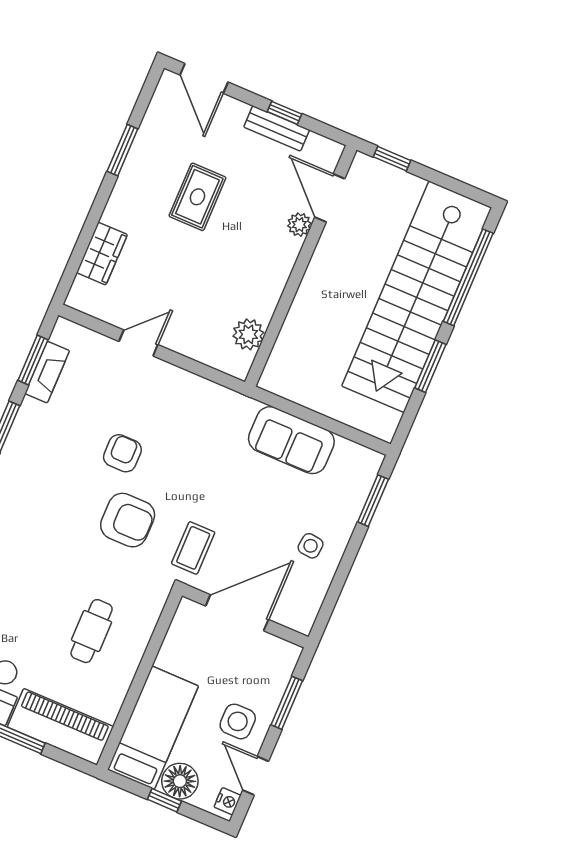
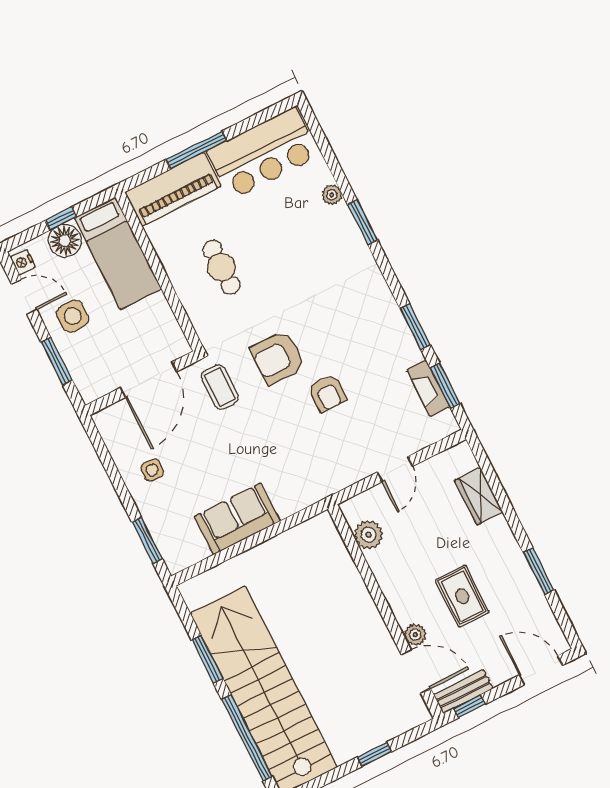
door: (330, 198) -> (416, 672), moved
plant: (299, 225) -> (415, 635), moved
wall: (301, 266) -> (385, 611), moved
plant: (248, 334) -> (369, 535), moved

